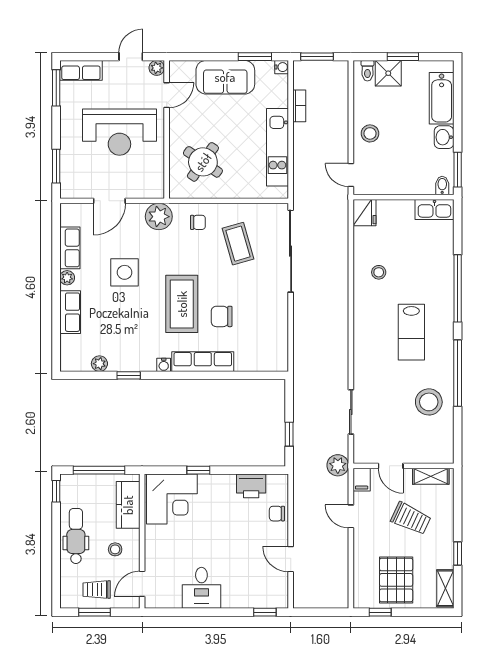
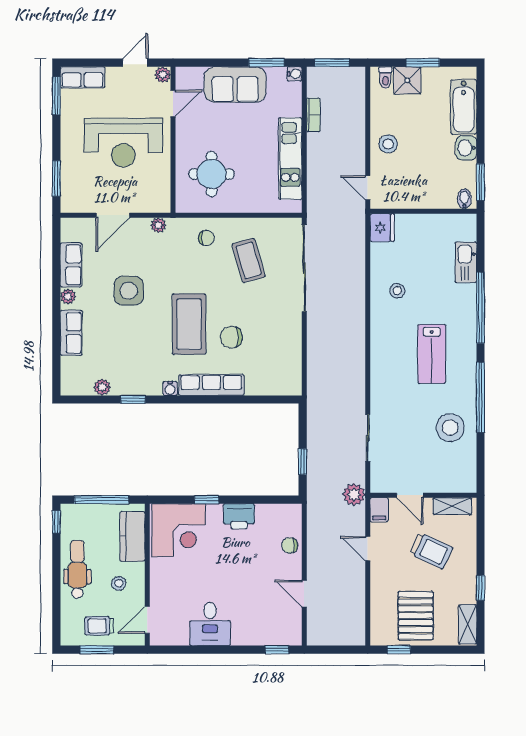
round table: (203, 162) -> (212, 174), turned -35
kitchen sink: (434, 210) -> (466, 262), moved, turned 90
plant: (159, 217) -> (158, 225), width x0.53, depth x0.53
printer: (251, 486) -> (239, 516), moved

